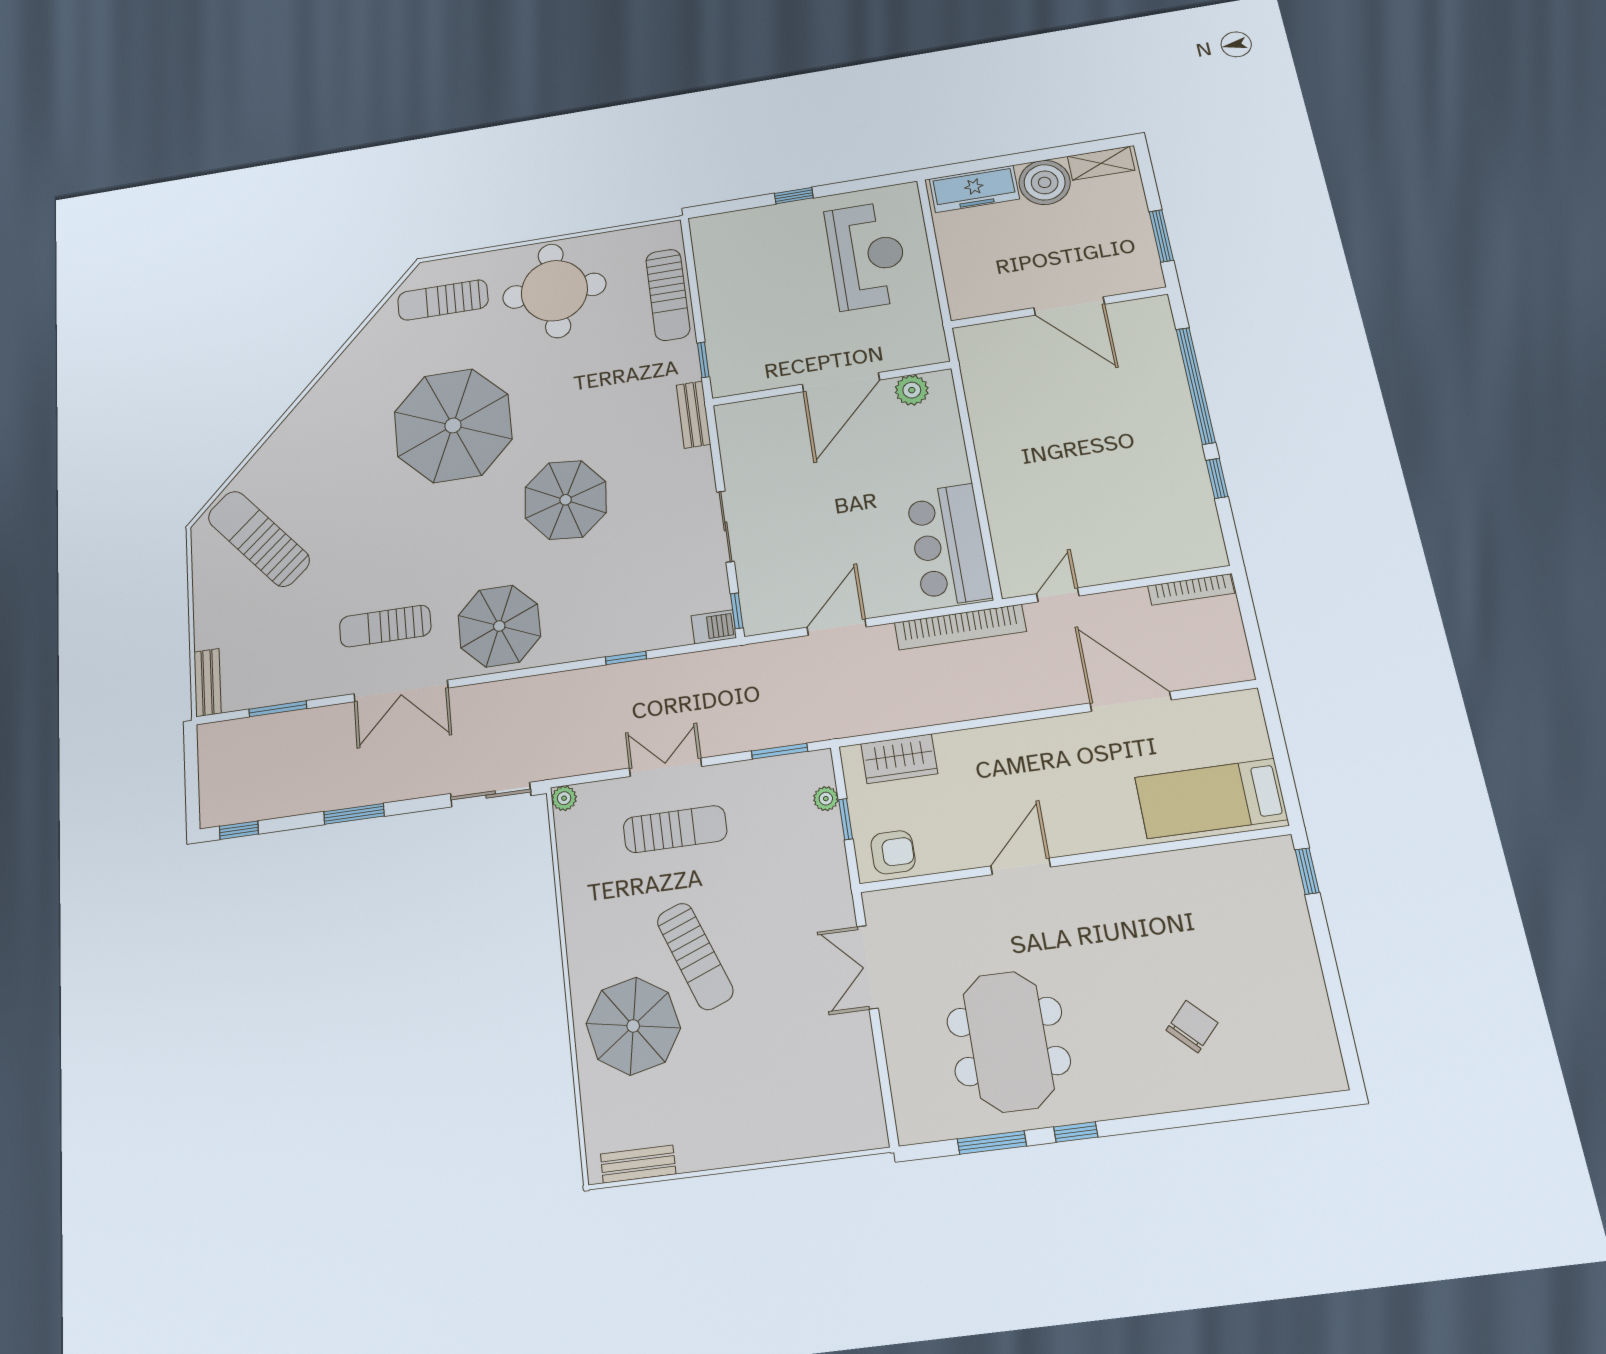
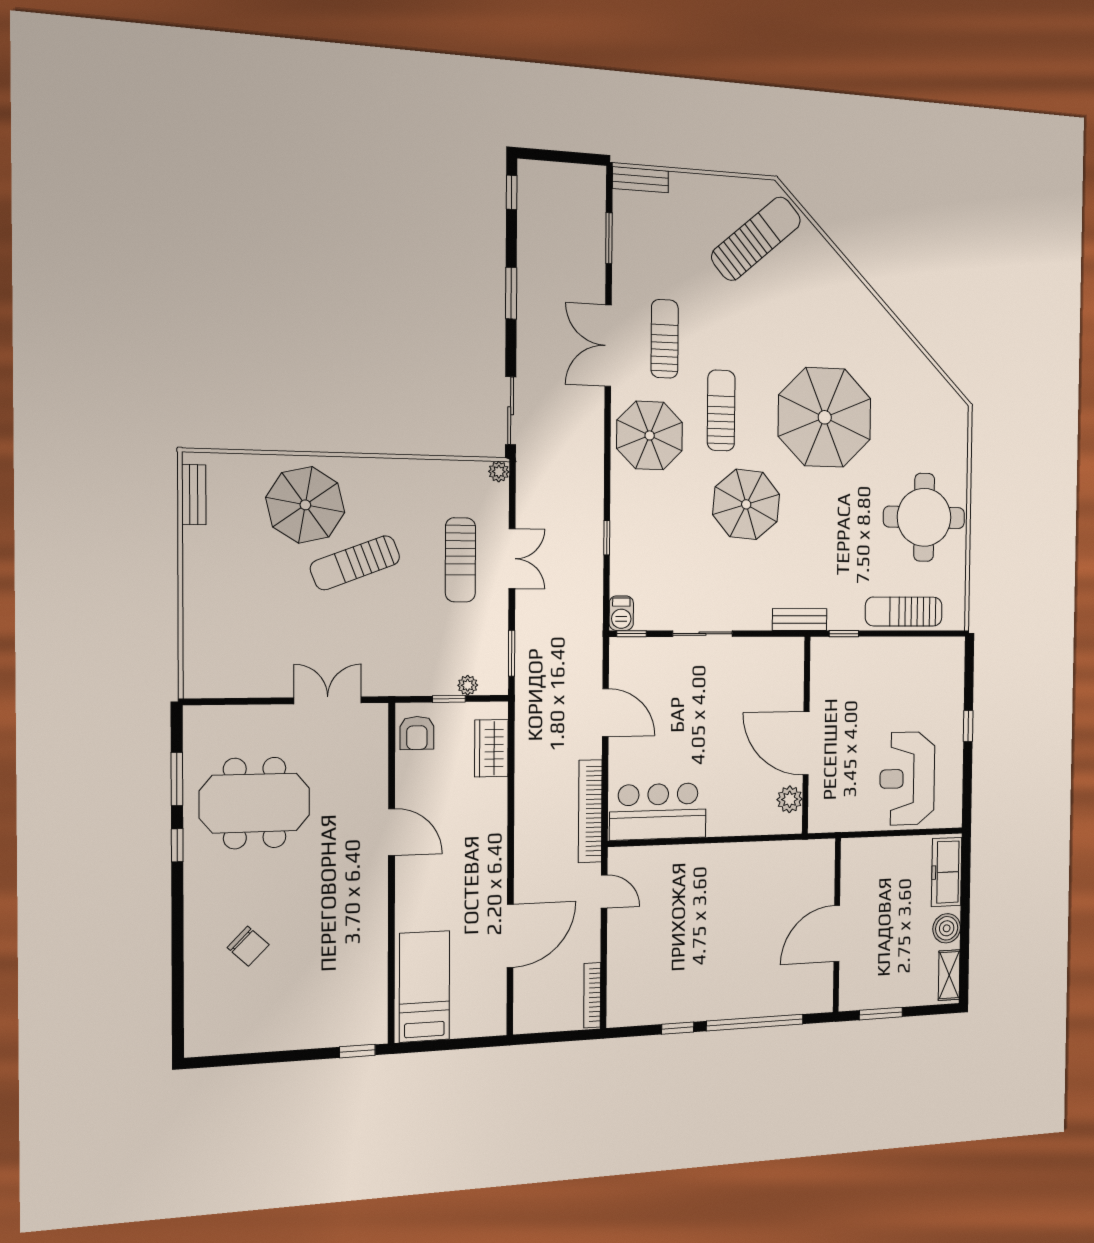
boiler: (1045, 182) -> (947, 928), width x0.73, depth x0.73
reception desk: (867, 256) -> (907, 778), turned 90
sun lounger: (443, 300) -> (721, 411), moved

